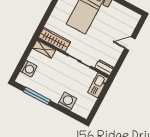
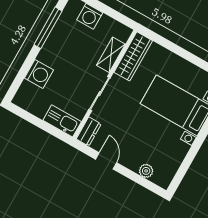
plant: (129, 29) -> (146, 171), added
door: (130, 44) -> (106, 161), moved
shelving: (44, 49) -> (111, 55), moved

